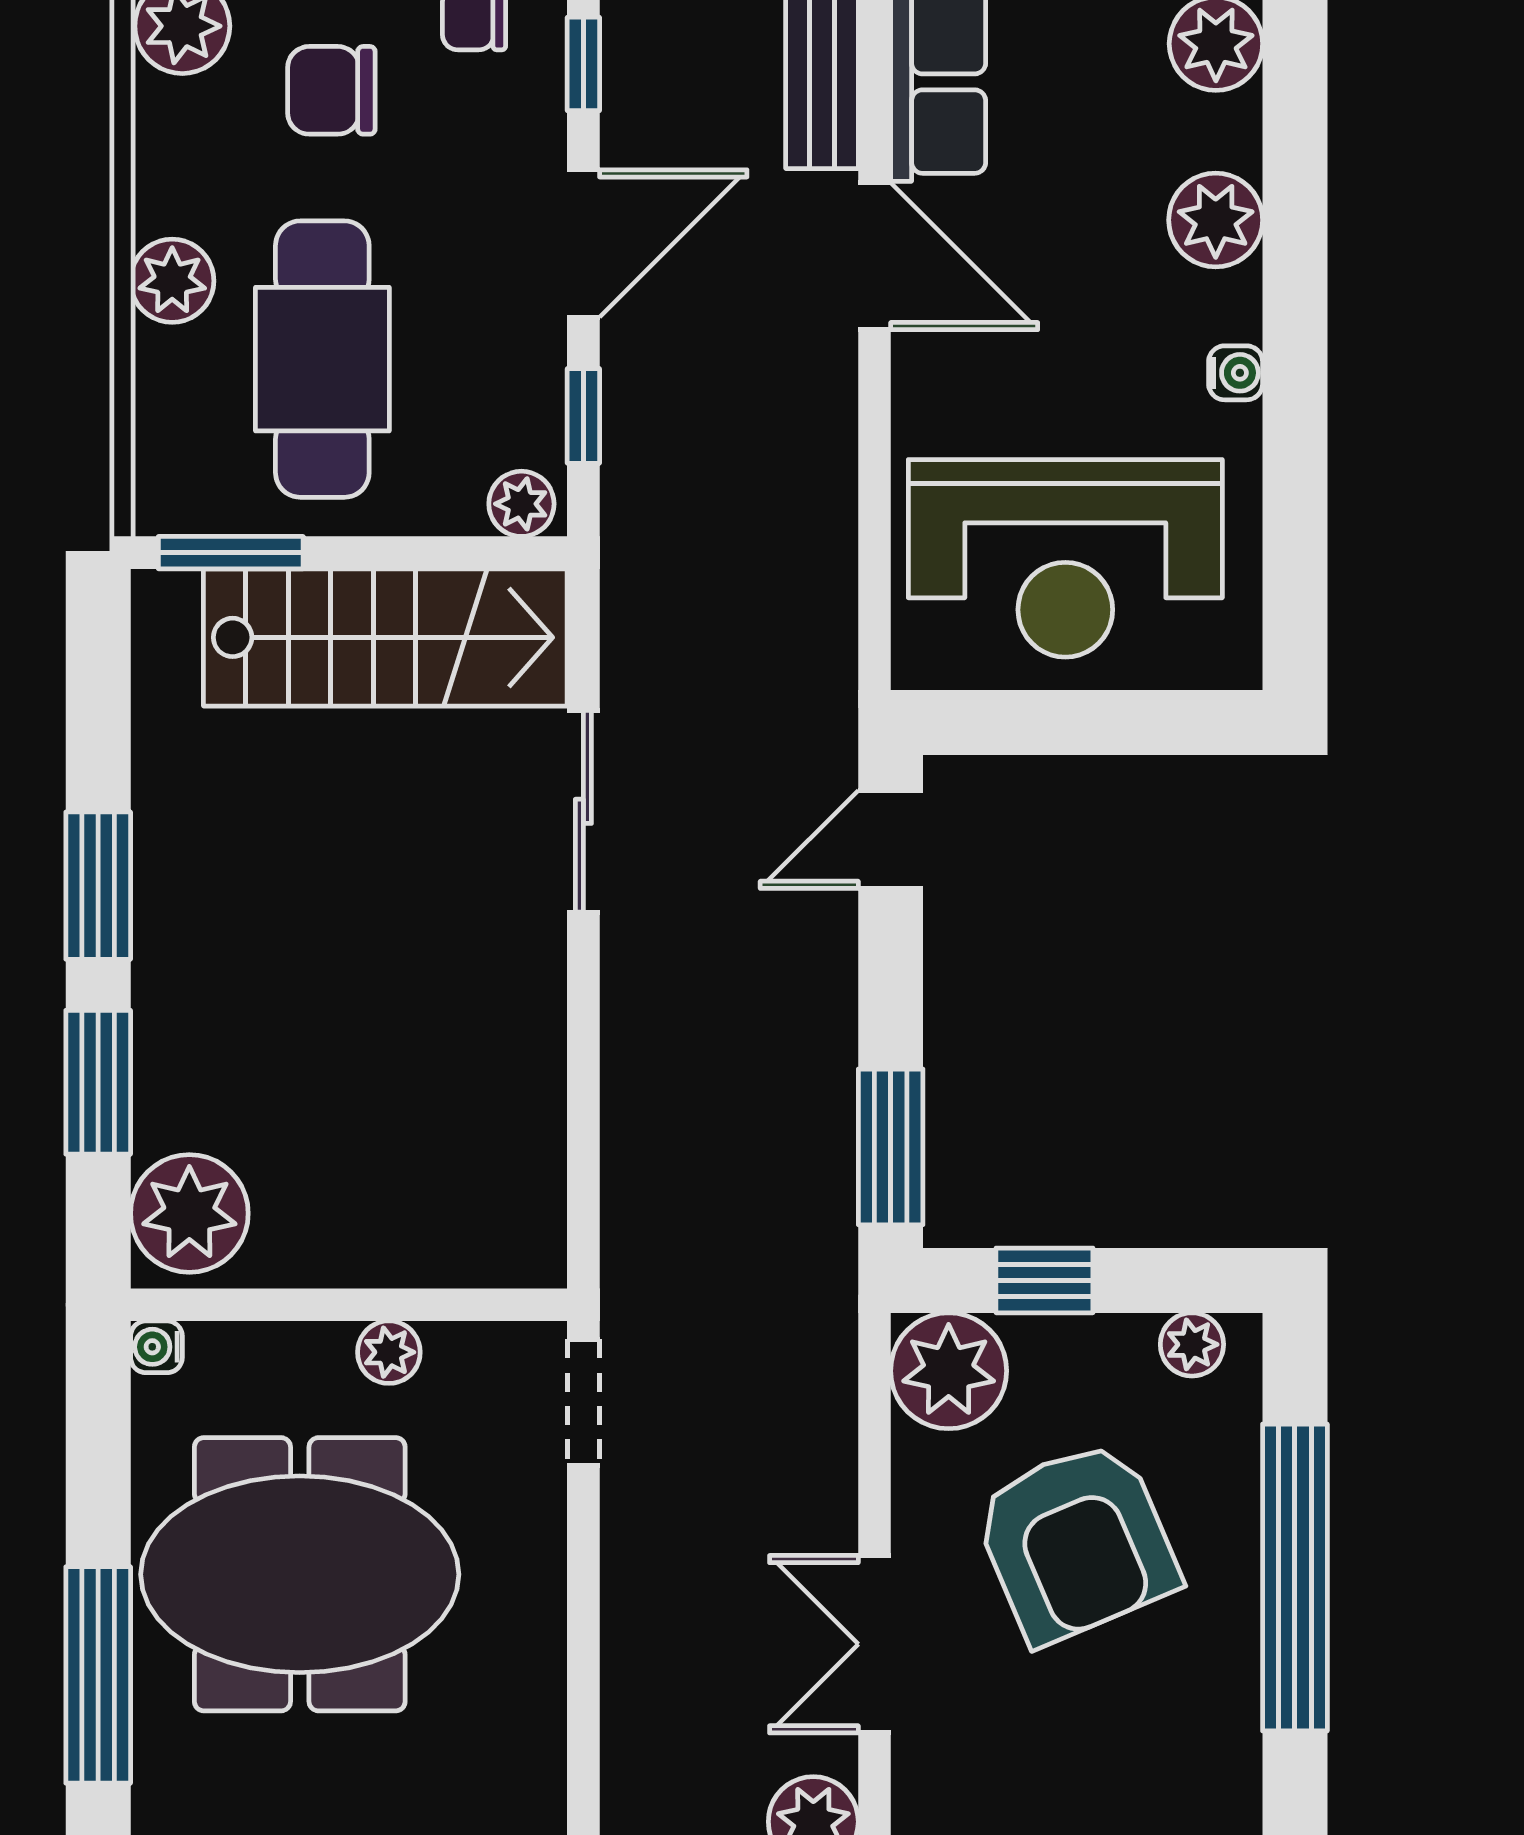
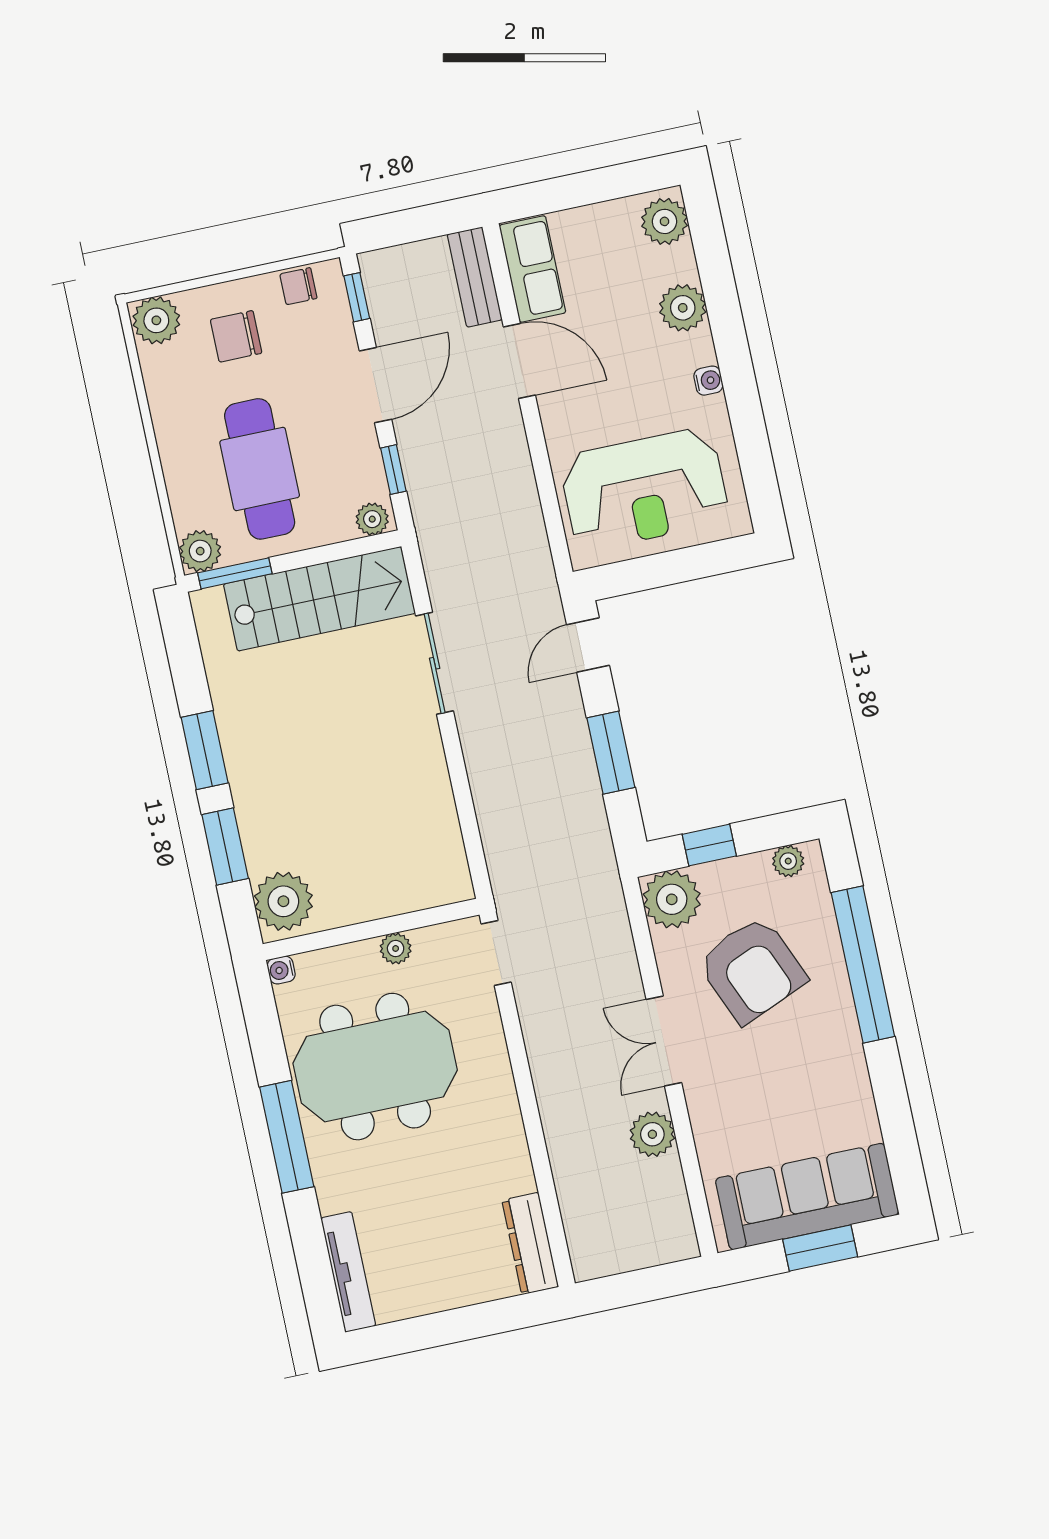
plant: (172, 281) -> (200, 551), moved
window: (891, 1147) -> (611, 753), moved

